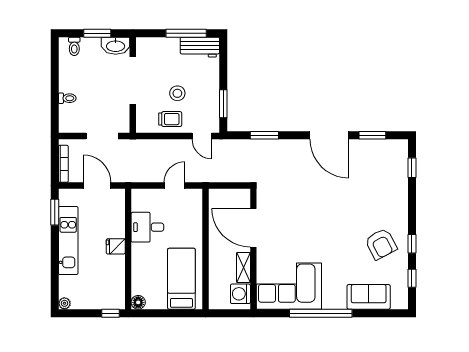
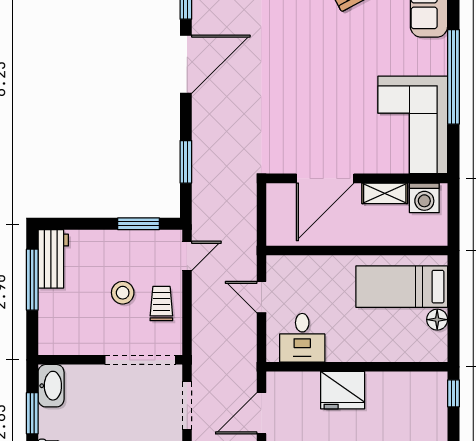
doorway: (133, 80) -> (140, 360), moved
desk: (147, 227) -> (302, 338), moved
fridge: (116, 246) -> (343, 390), width x1.88, depth x1.34
floor lamp: (138, 302) -> (437, 320), moved

